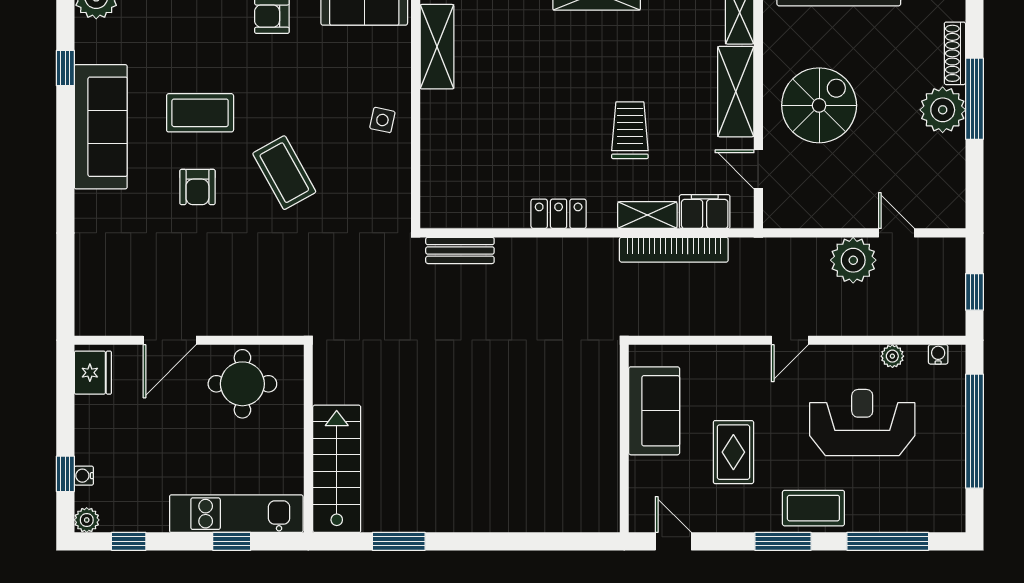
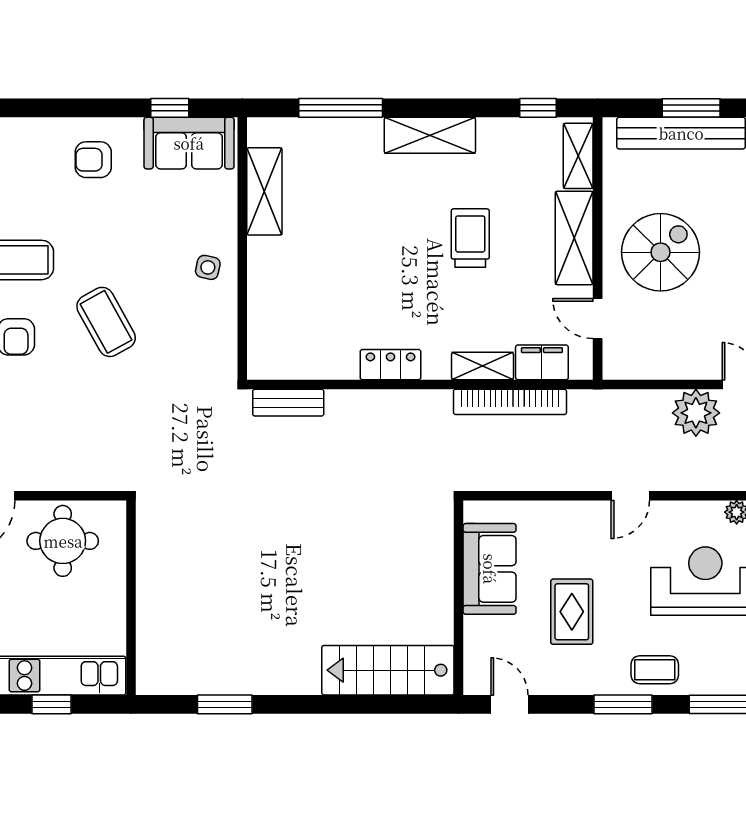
trolley: (630, 130) -> (470, 238), moved
stairs: (337, 469) -> (388, 670), moved, turned -90
coffee table: (813, 508) -> (655, 670), width x0.73, depth x0.77

